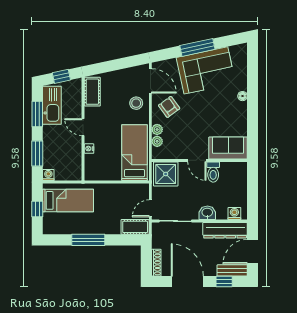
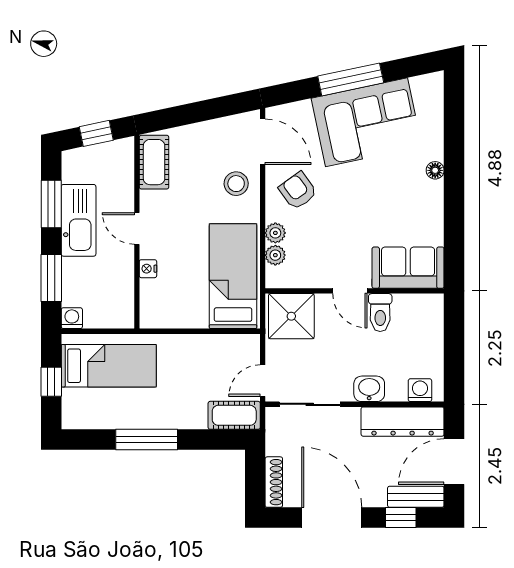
kitchen sink: (52, 105) -> (79, 220), moved

